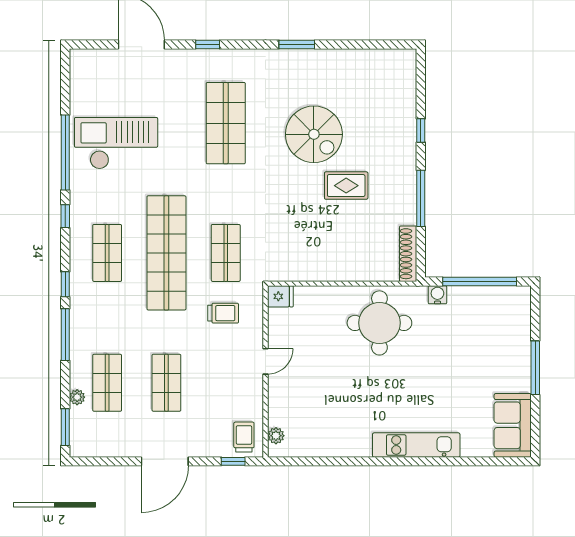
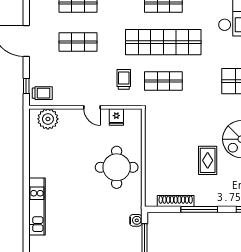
shoe rack: (408, 254) -> (176, 201), moved
fridge: (280, 296) -> (116, 117), moved
trolley: (223, 313) -> (124, 79), turned 180
round table: (379, 323) -> (117, 167), moved
plant: (276, 436) -> (48, 119), width x1.87, depth x1.87

